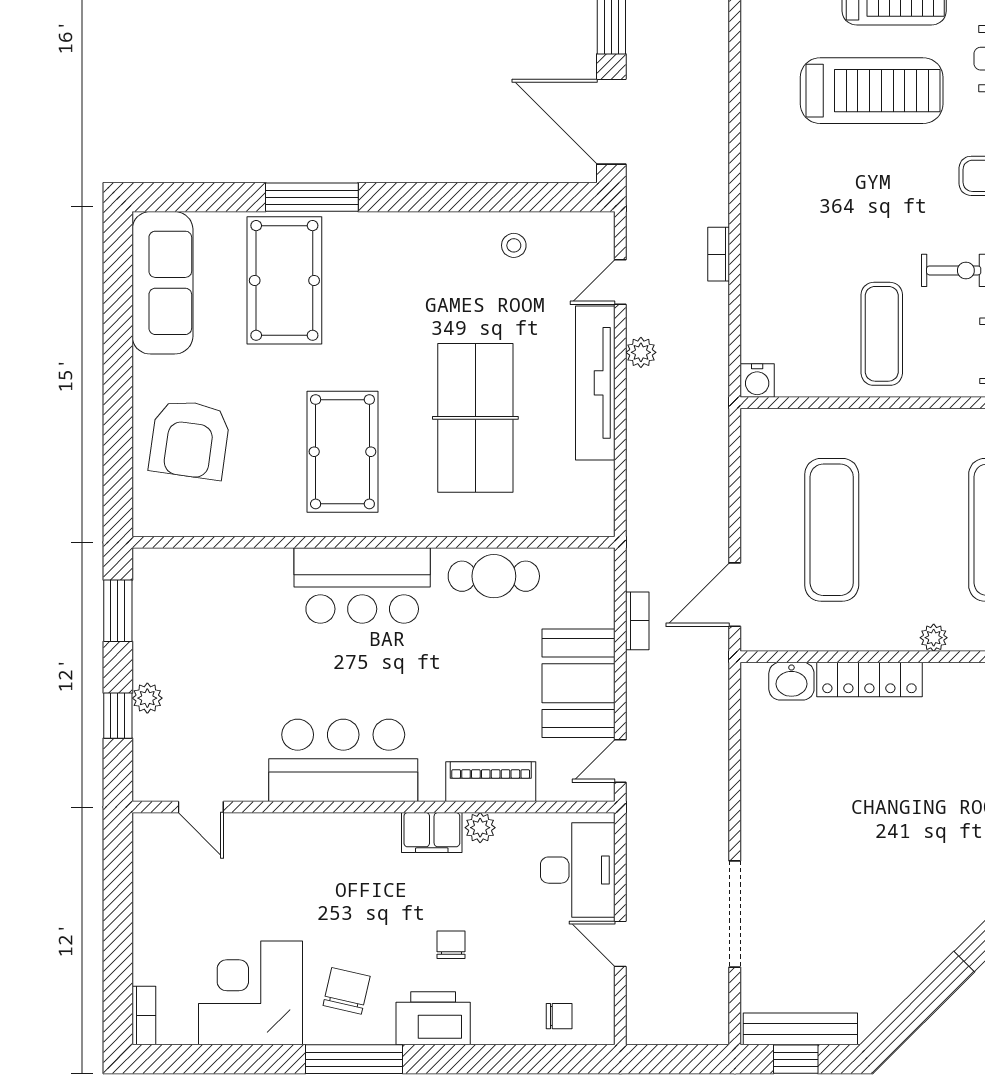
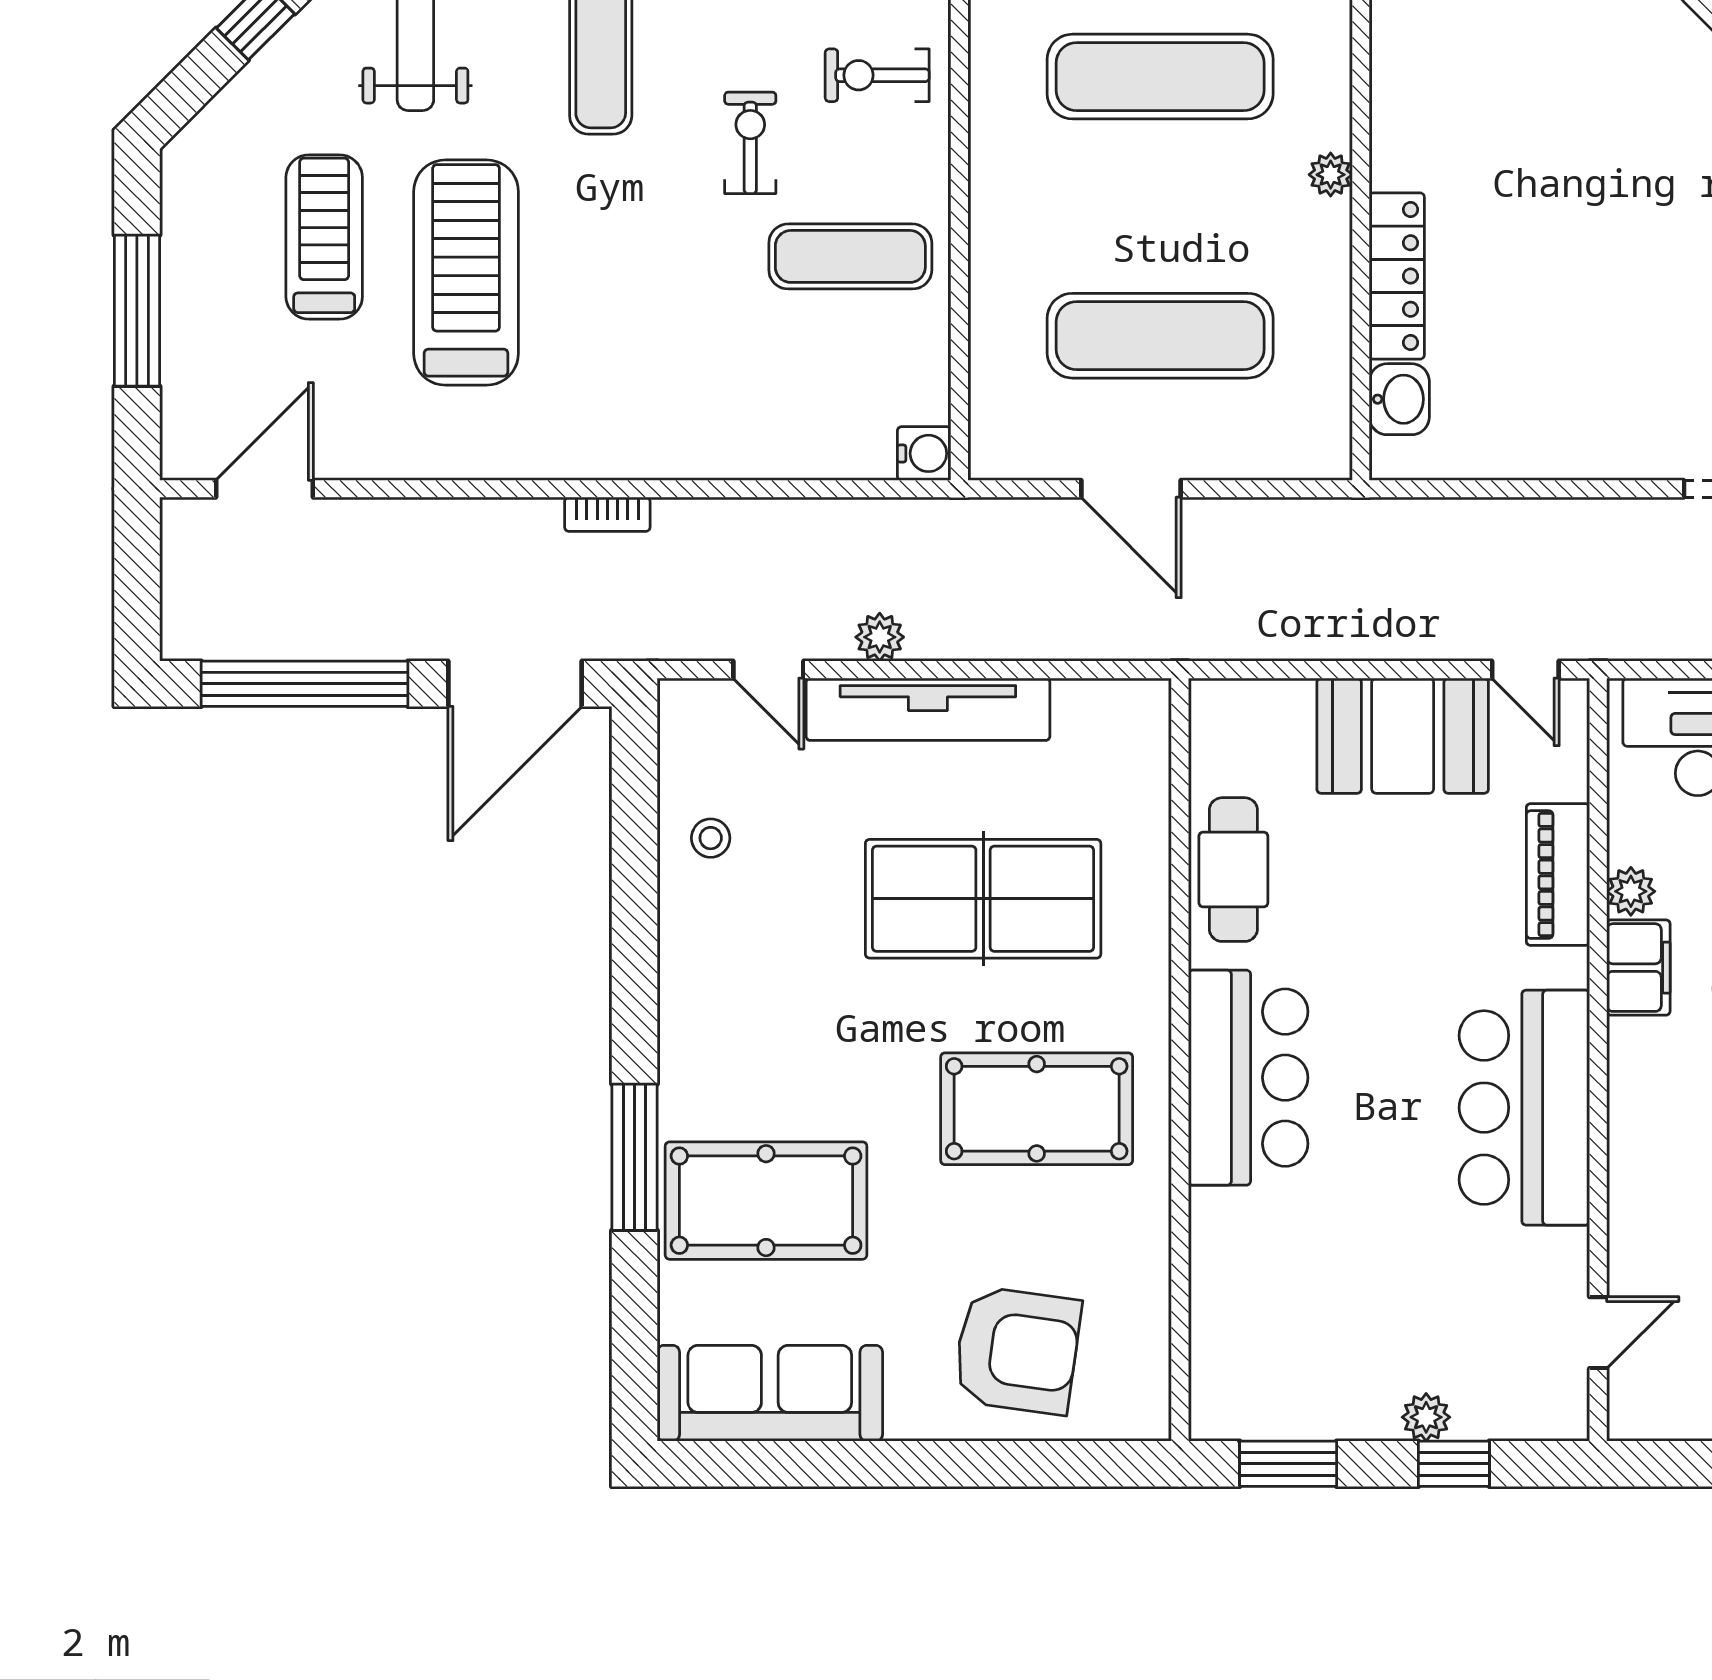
bookcase: (719, 254) -> (607, 514), moved
door: (735, 595) -> (1131, 489), moved
bookcase: (637, 621) -> (1304, 643), removed

